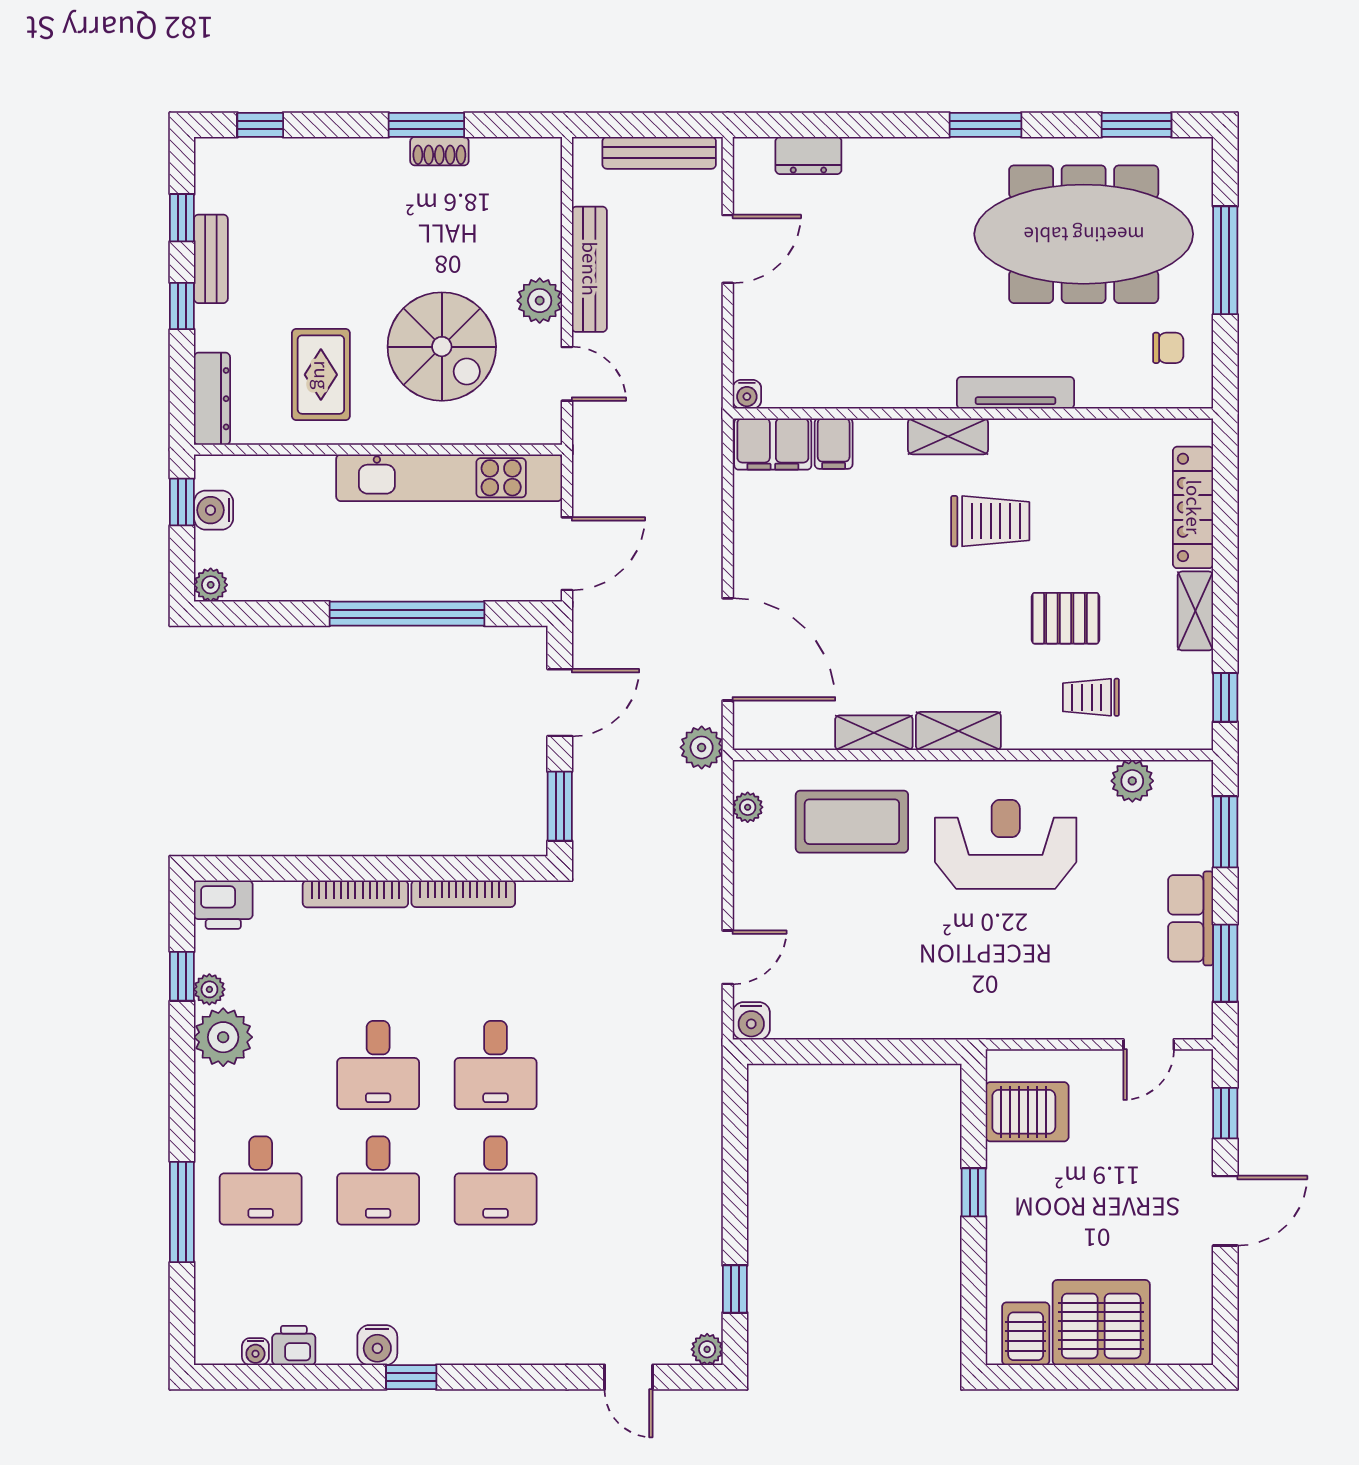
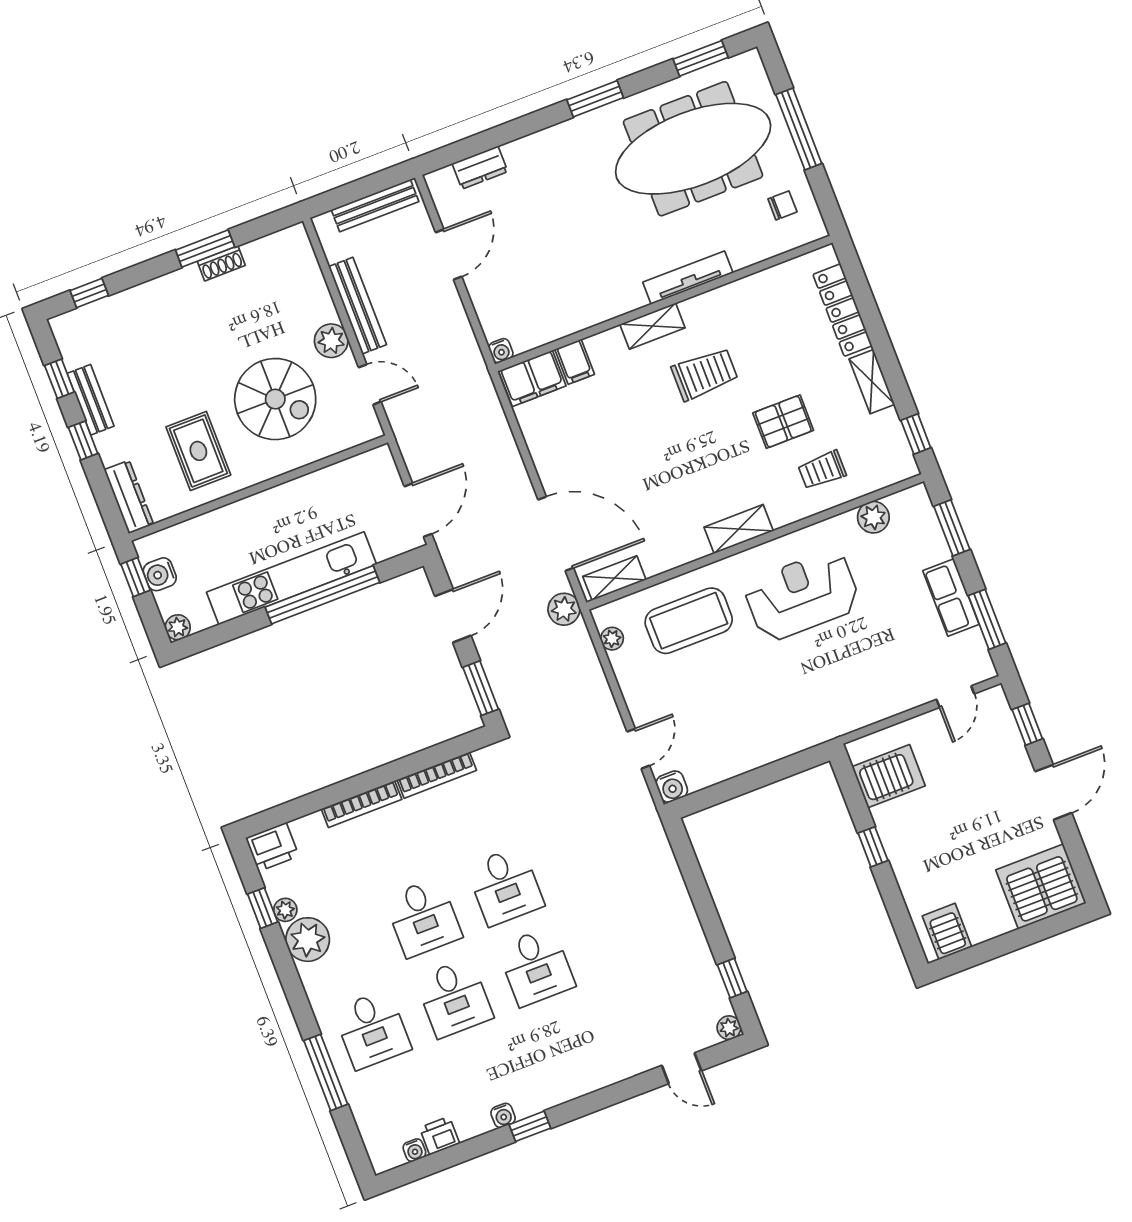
kitchen unit: (449, 478) -> (291, 578), moved, turned 180
shelving: (874, 733) -> (614, 578), moved
server rack: (1101, 1323) -> (1041, 886), moved
water cooler: (377, 1345) -> (503, 1115), width x0.72, depth x0.72

